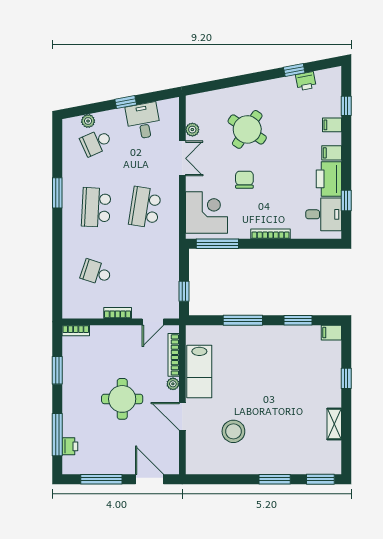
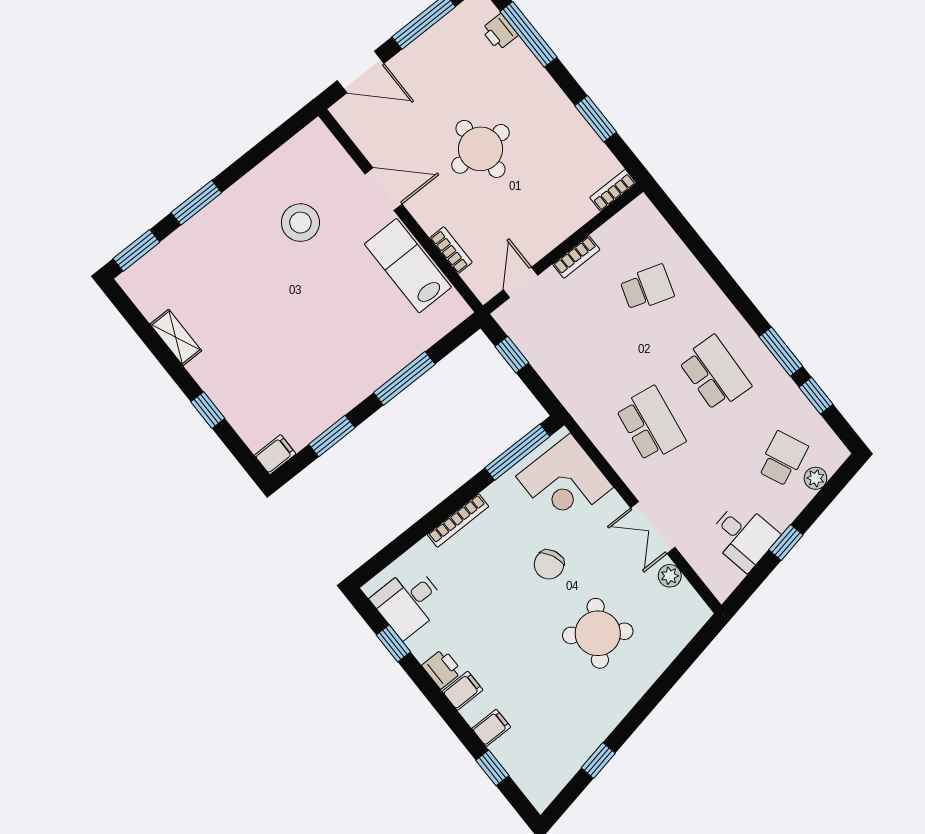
printer: (306, 81) -> (571, 758), removed
window: (57, 159) -> (816, 396), added
printer: (329, 179) -> (442, 669), width x0.53, depth x0.68
chair: (244, 180) -> (549, 564), turned 65
bookcase: (174, 355) -> (451, 250), width x0.64
plant: (173, 384) -> (430, 222), removed

